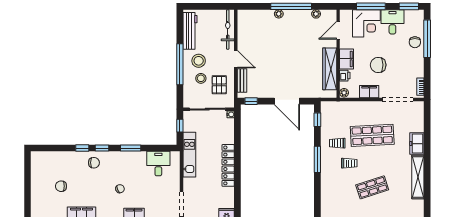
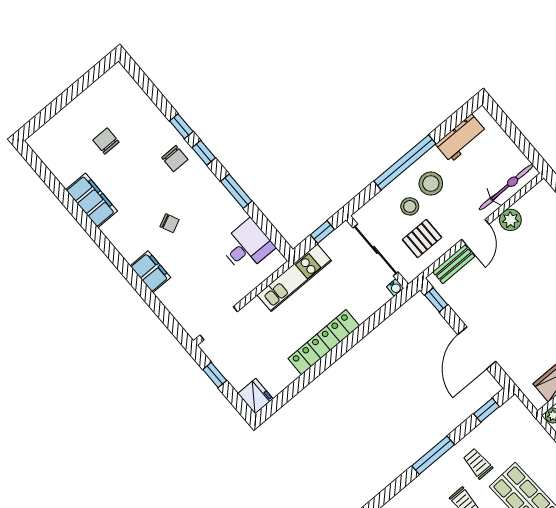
workbench: (190, 31) -> (461, 138), width x0.73
plant: (244, 40) -> (510, 220), added

